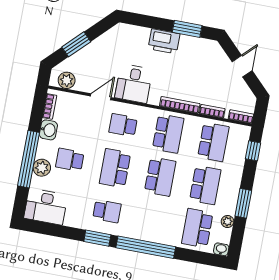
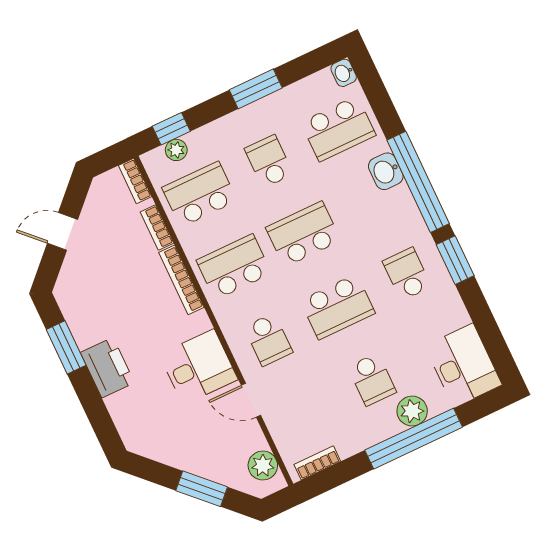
washbasin: (48, 130) -> (386, 171), moved, turned -90
school desk: (205, 185) -> (269, 161), width x0.54
plant: (227, 221) -> (176, 150), moved

